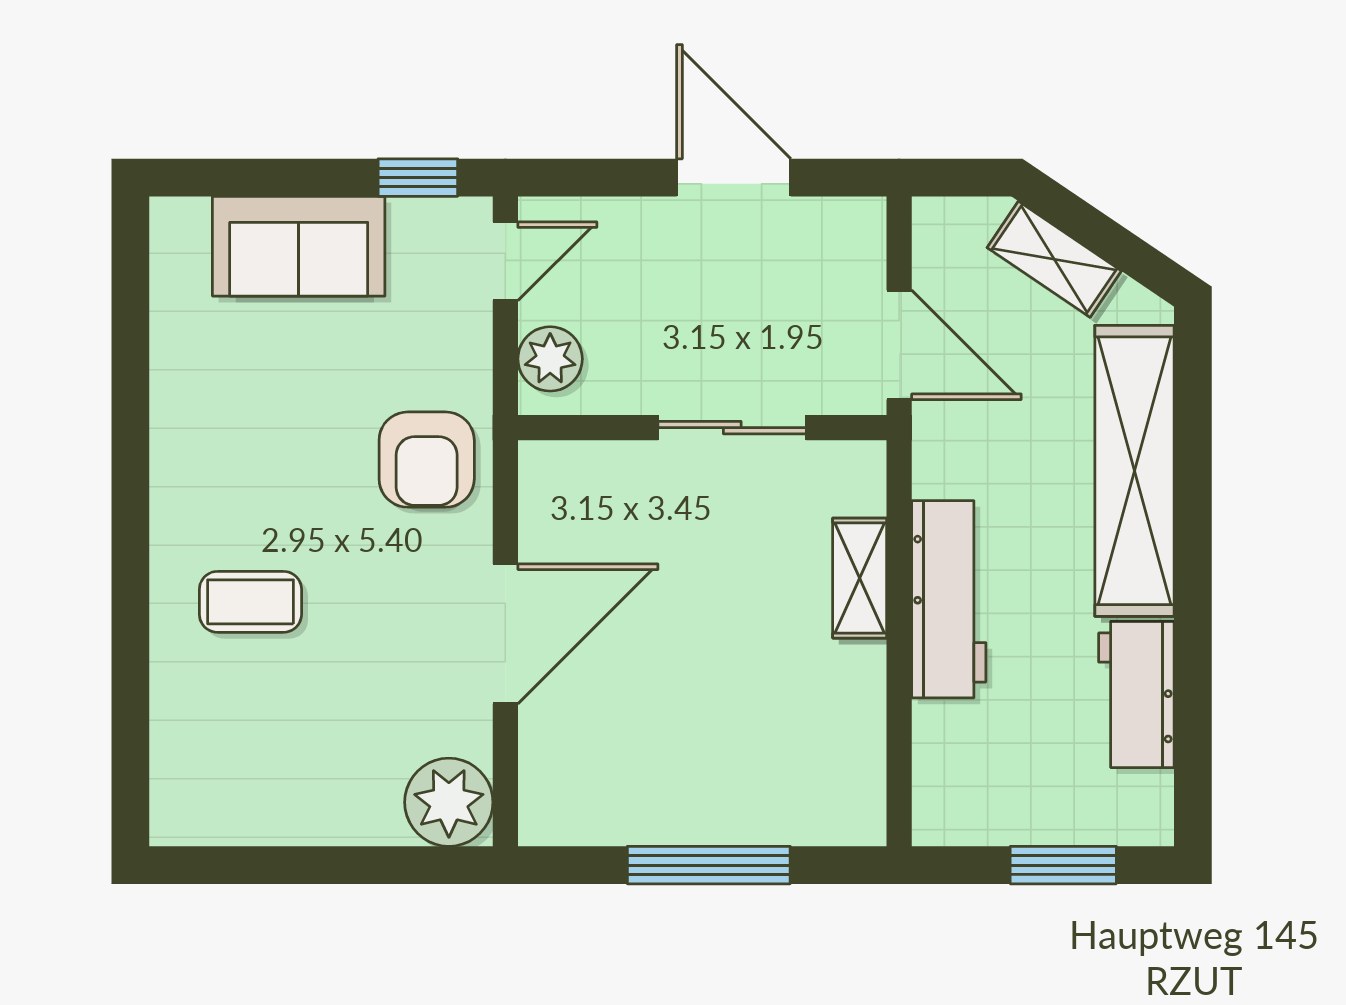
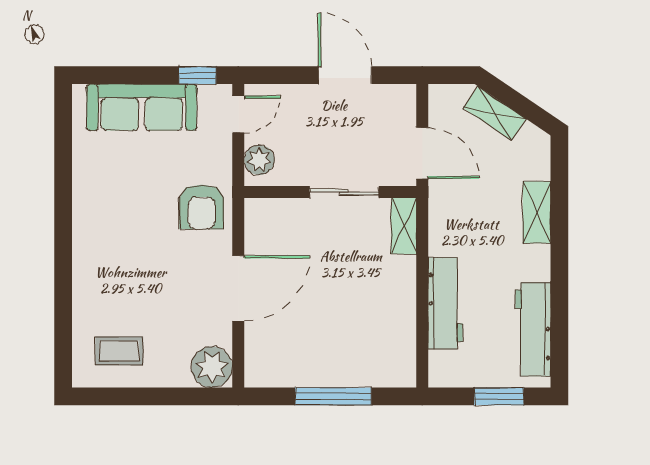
sofa: (299, 246) -> (142, 107), width x1.36
shelving: (1135, 471) -> (537, 212), width x0.45, depth x0.75
shelving: (860, 578) -> (404, 226), moved
workbench: (949, 599) -> (445, 303), moved
coffee table: (250, 602) -> (119, 351), moved
workbench: (1136, 694) -> (533, 329), width x1.38

